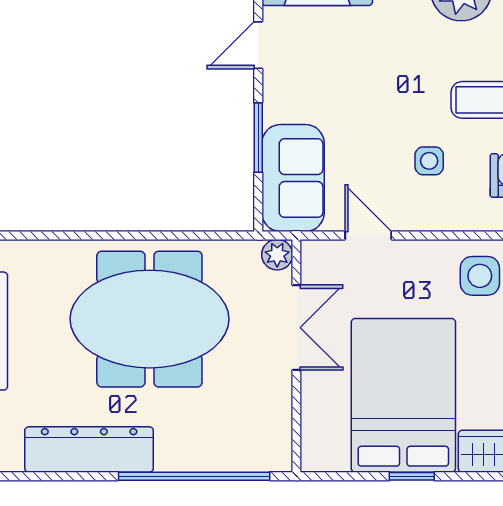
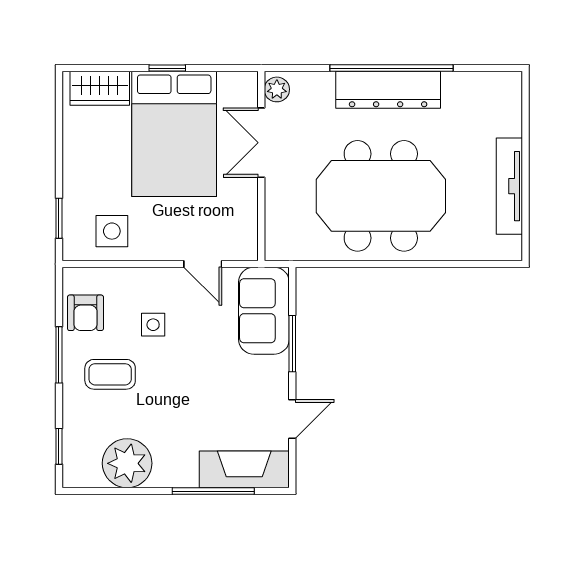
plant: (277, 255) -> (277, 89), moved
double door: (296, 328) -> (261, 143), moved
dresser: (89, 449) -> (388, 90), moved
window: (194, 476) -> (392, 68), moved

